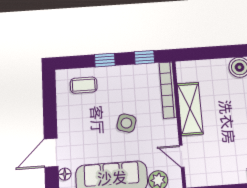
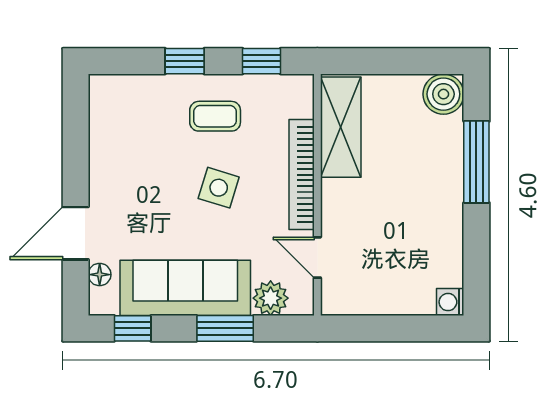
coffee table: (84, 85) -> (215, 116), moved
bookcase: (168, 90) -> (302, 175), moved
shelving: (190, 109) -> (341, 127), moved

